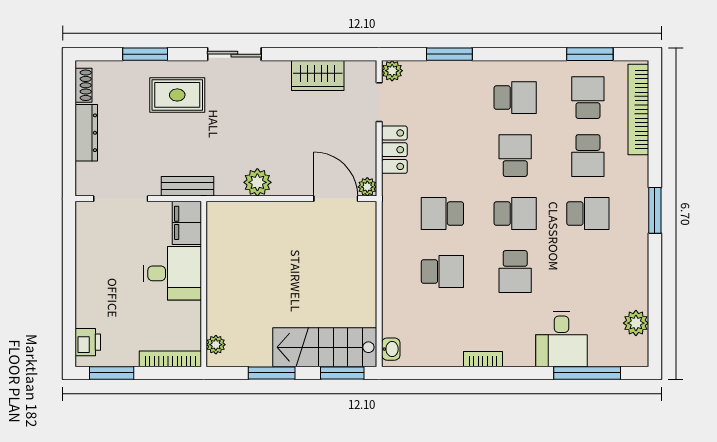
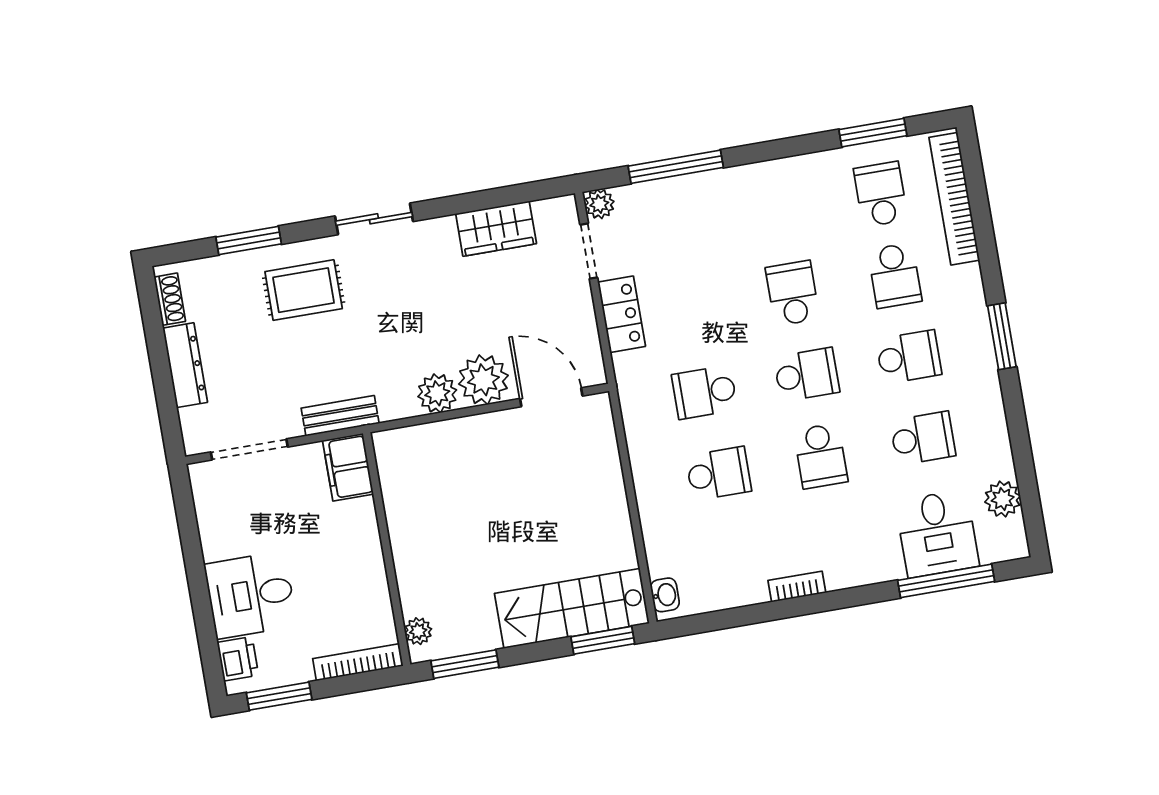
window: (449, 54) -> (676, 167), width x1.44
school desk: (515, 98) -> (923, 438), moved
plant: (367, 187) -> (483, 380), moved, width x1.88, depth x1.88
desk: (172, 273) -> (251, 595), moved, turned 180
desk: (562, 339) -> (937, 534), moved
window: (272, 373) -> (465, 664), moved

